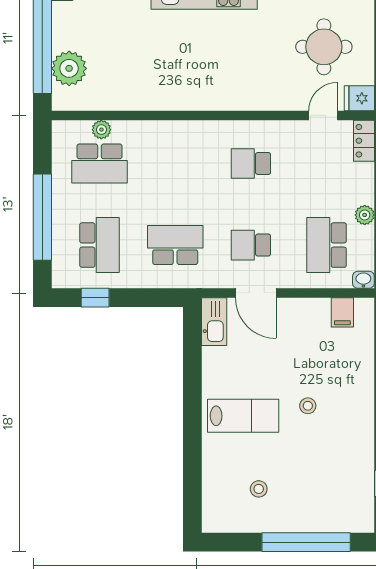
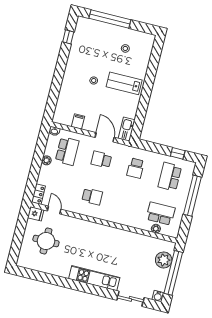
door: (323, 115) -> (54, 210), swing flipped
school desk: (175, 245) -> (136, 168), width x0.54
school desk: (251, 245) -> (101, 160), turned 180
filing cabinet: (342, 312) -> (78, 121), moved

